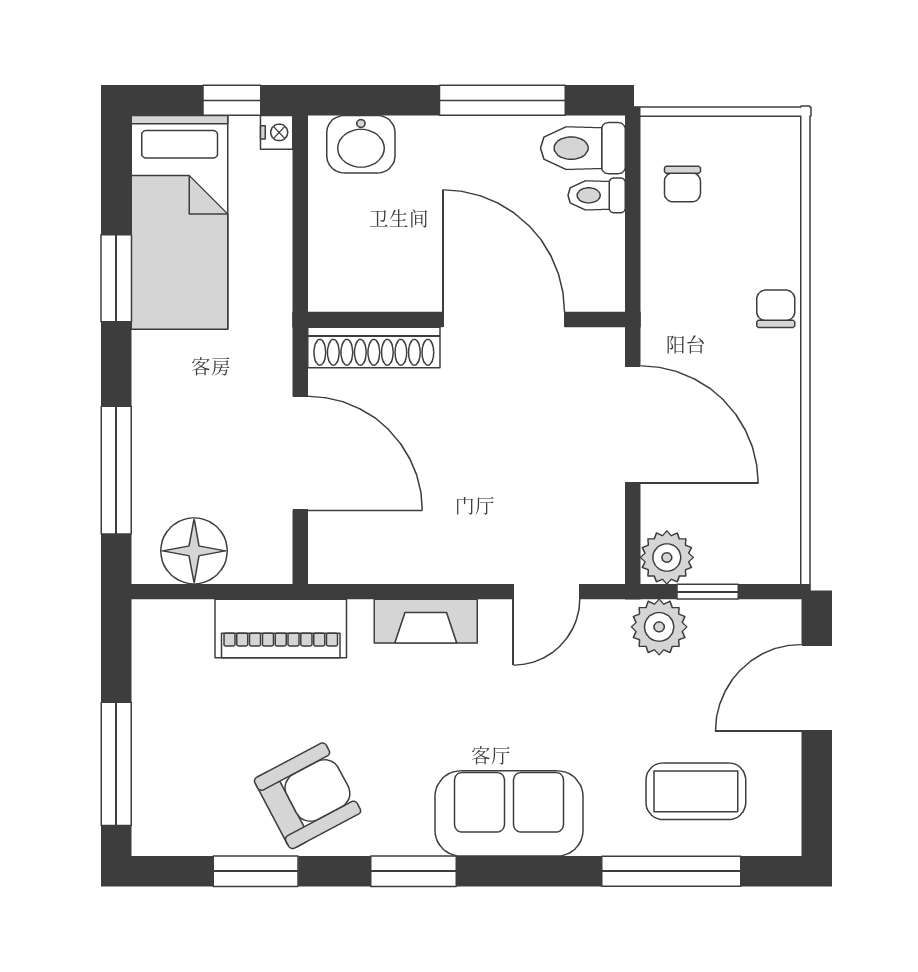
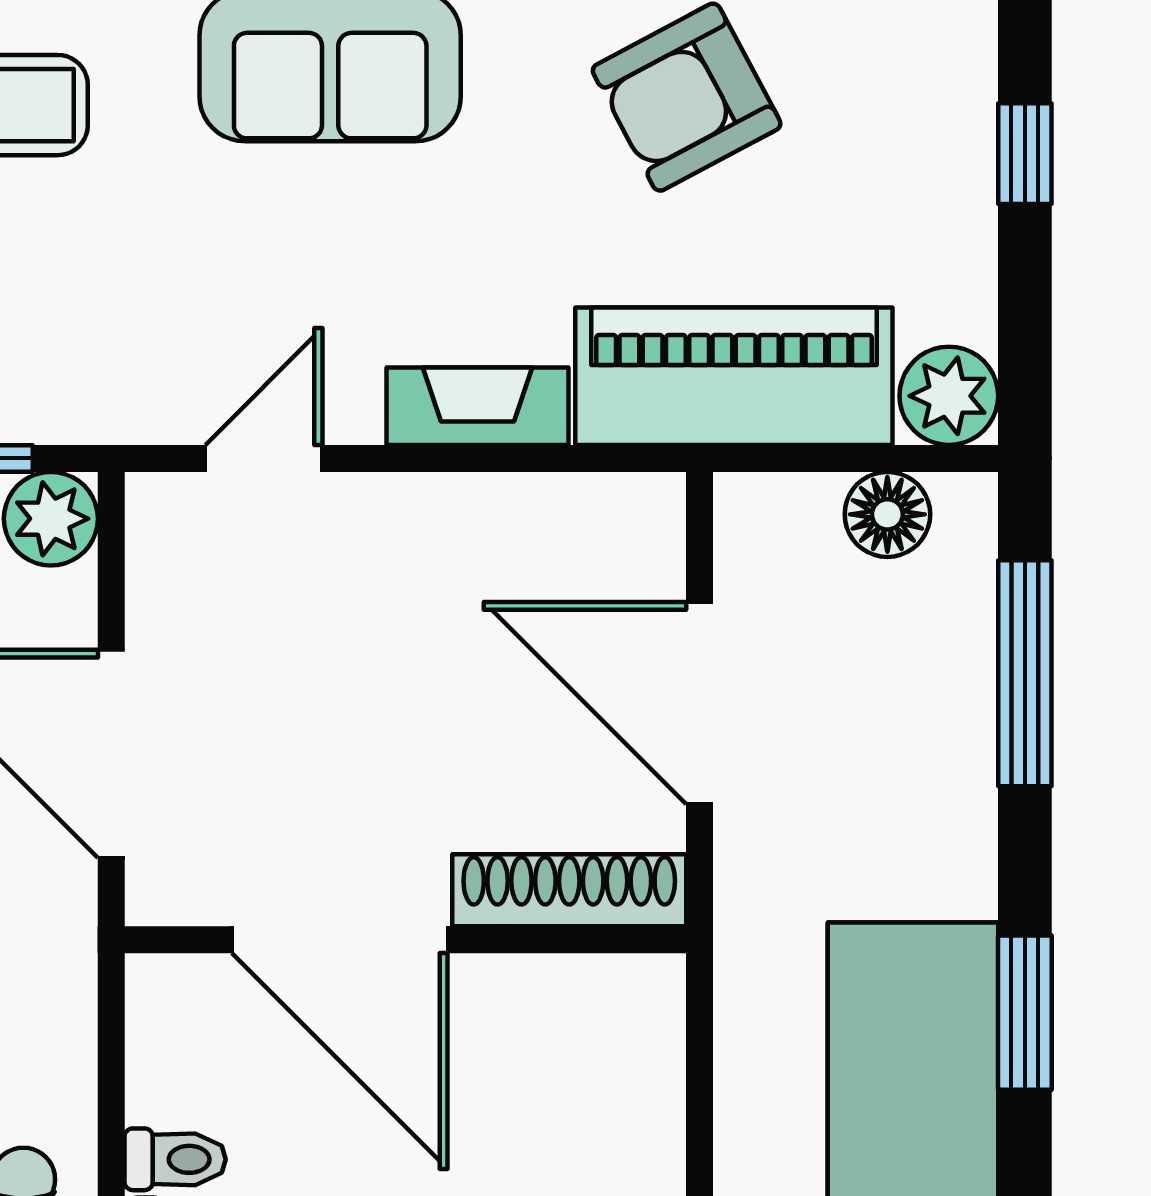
floor lamp: (194, 551) -> (887, 514), width x0.73, depth x0.73
plant: (659, 627) -> (949, 396), moved
piano: (281, 628) -> (734, 376), width x1.37, depth x1.33
window: (116, 764) -> (1025, 154), width x0.46

